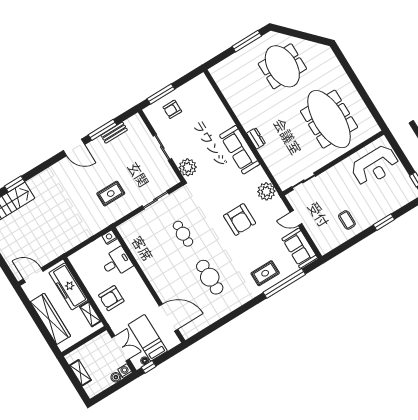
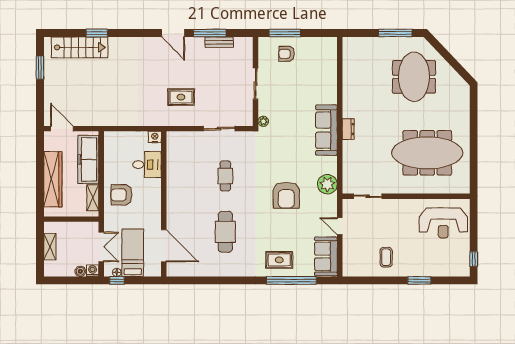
meeting table: (329, 119) -> (427, 153), turned 90
plant: (188, 167) -> (263, 121), width x0.53, depth x0.53

